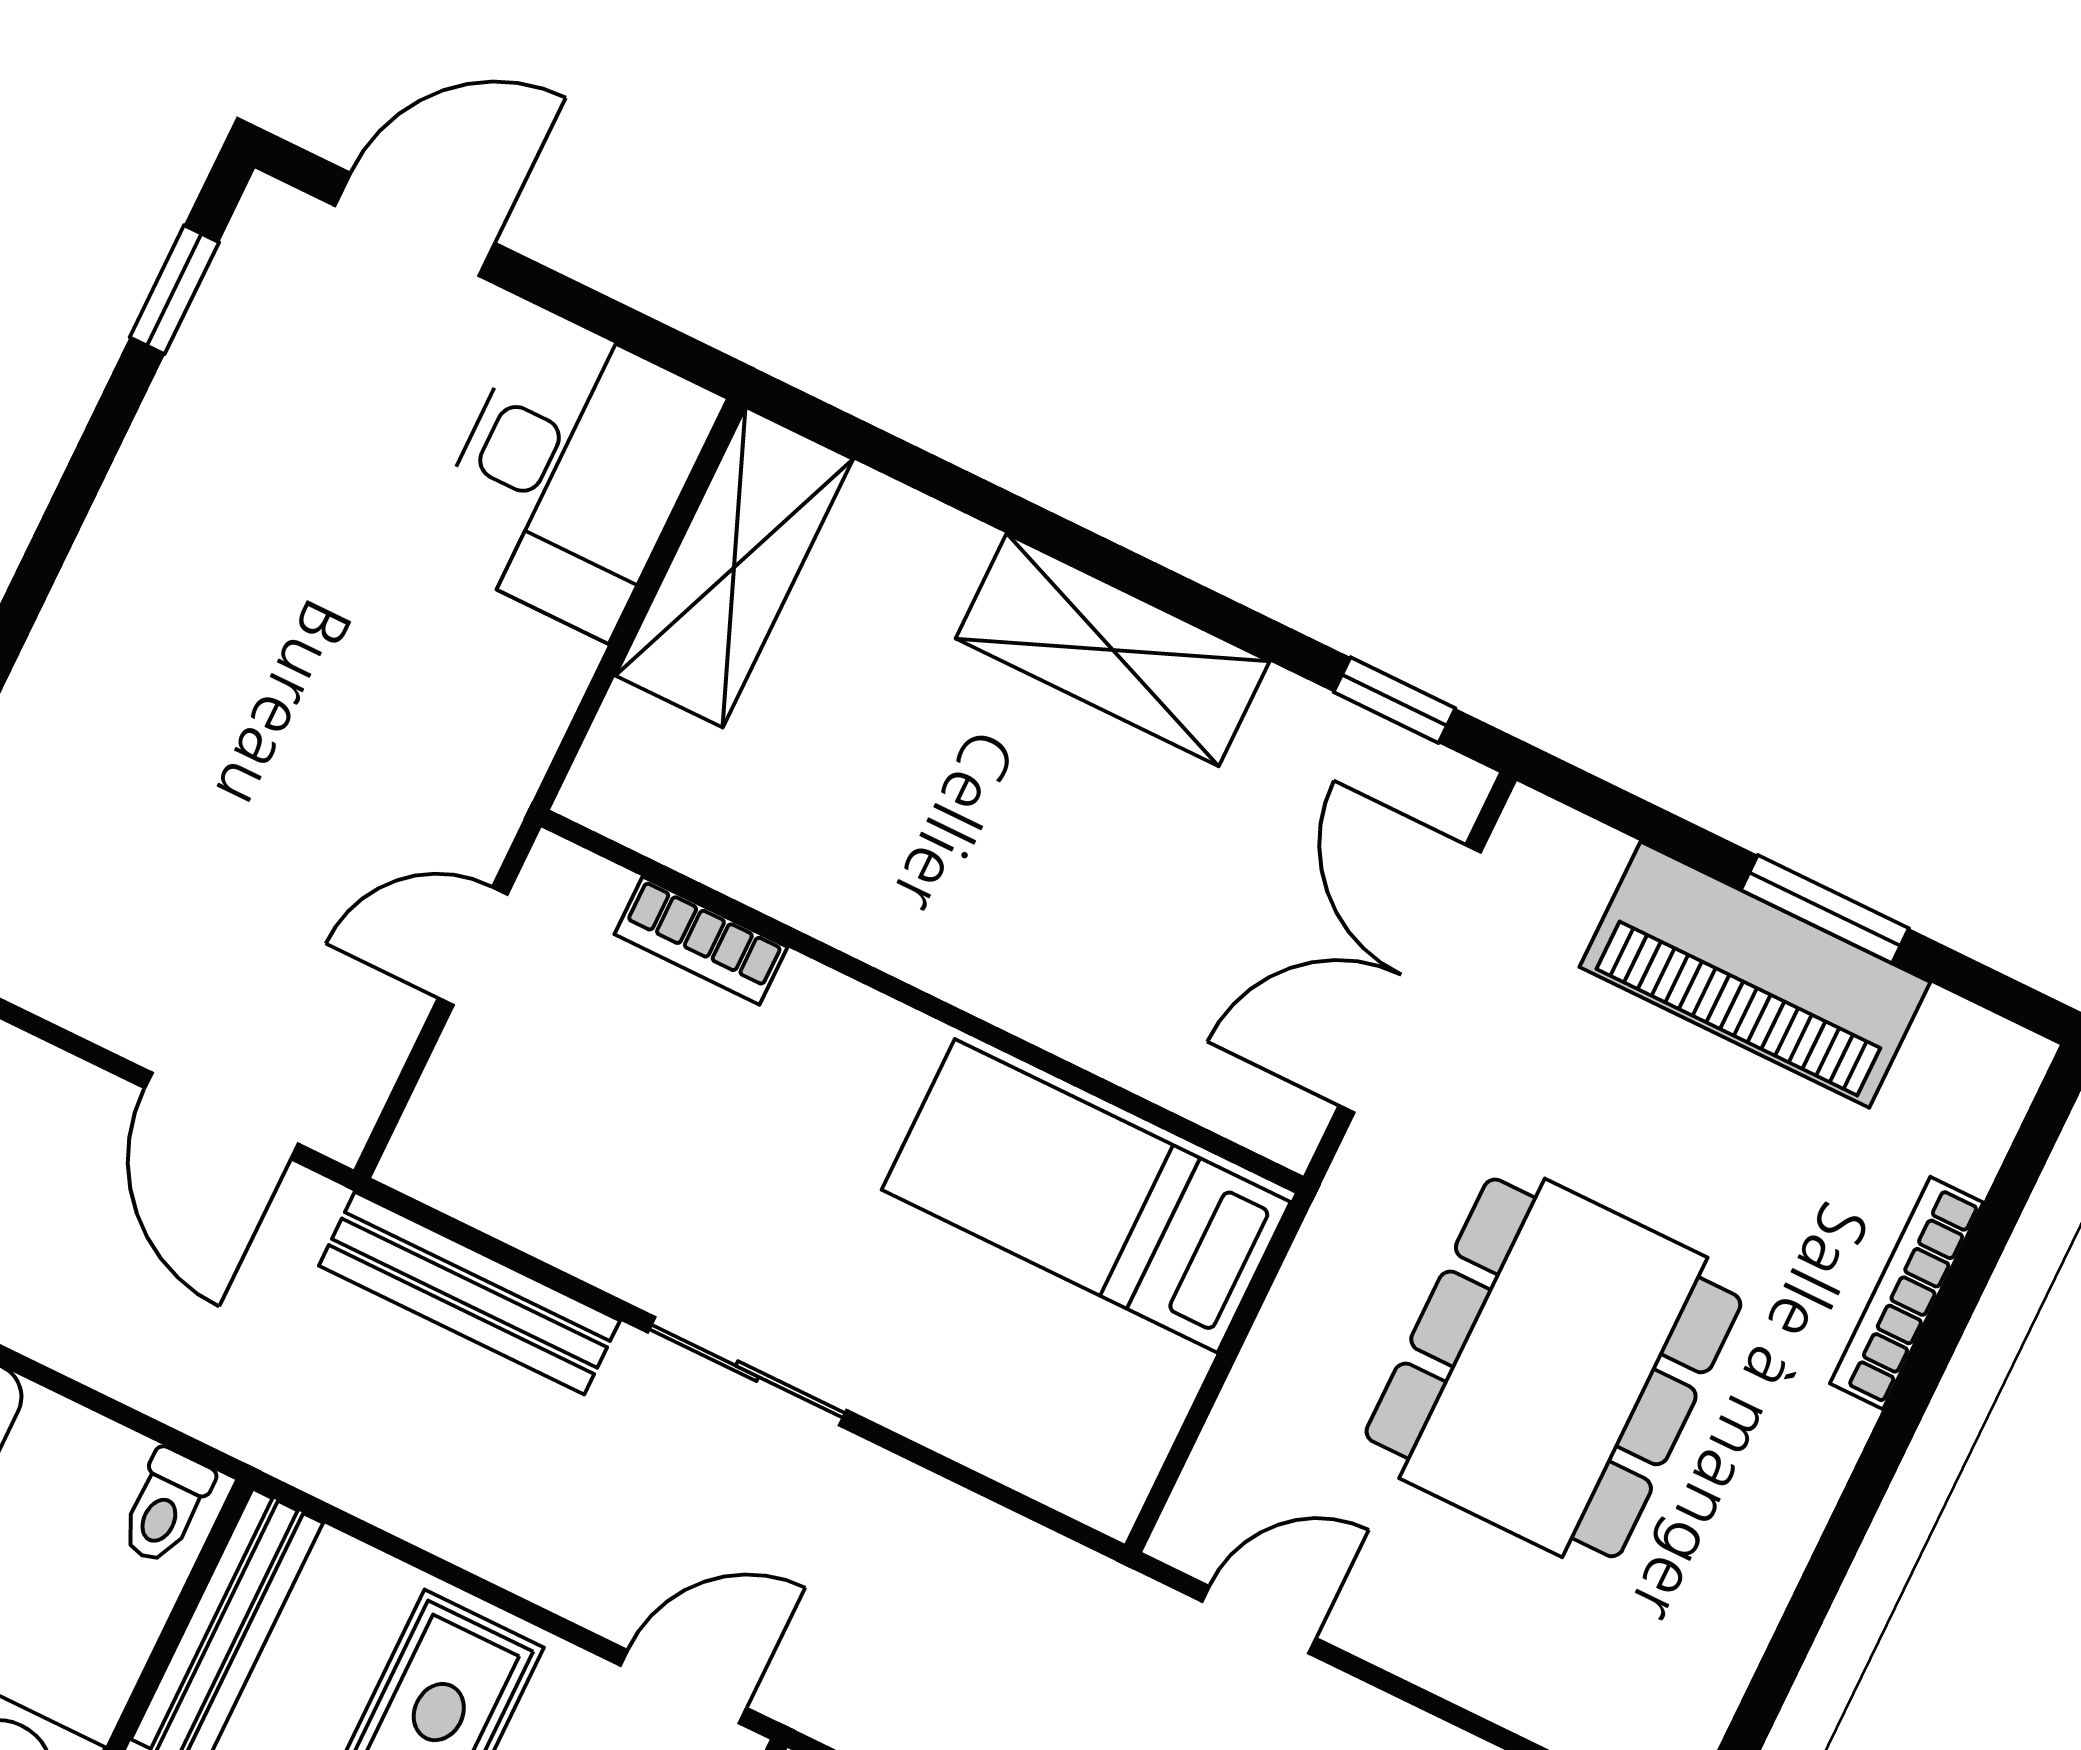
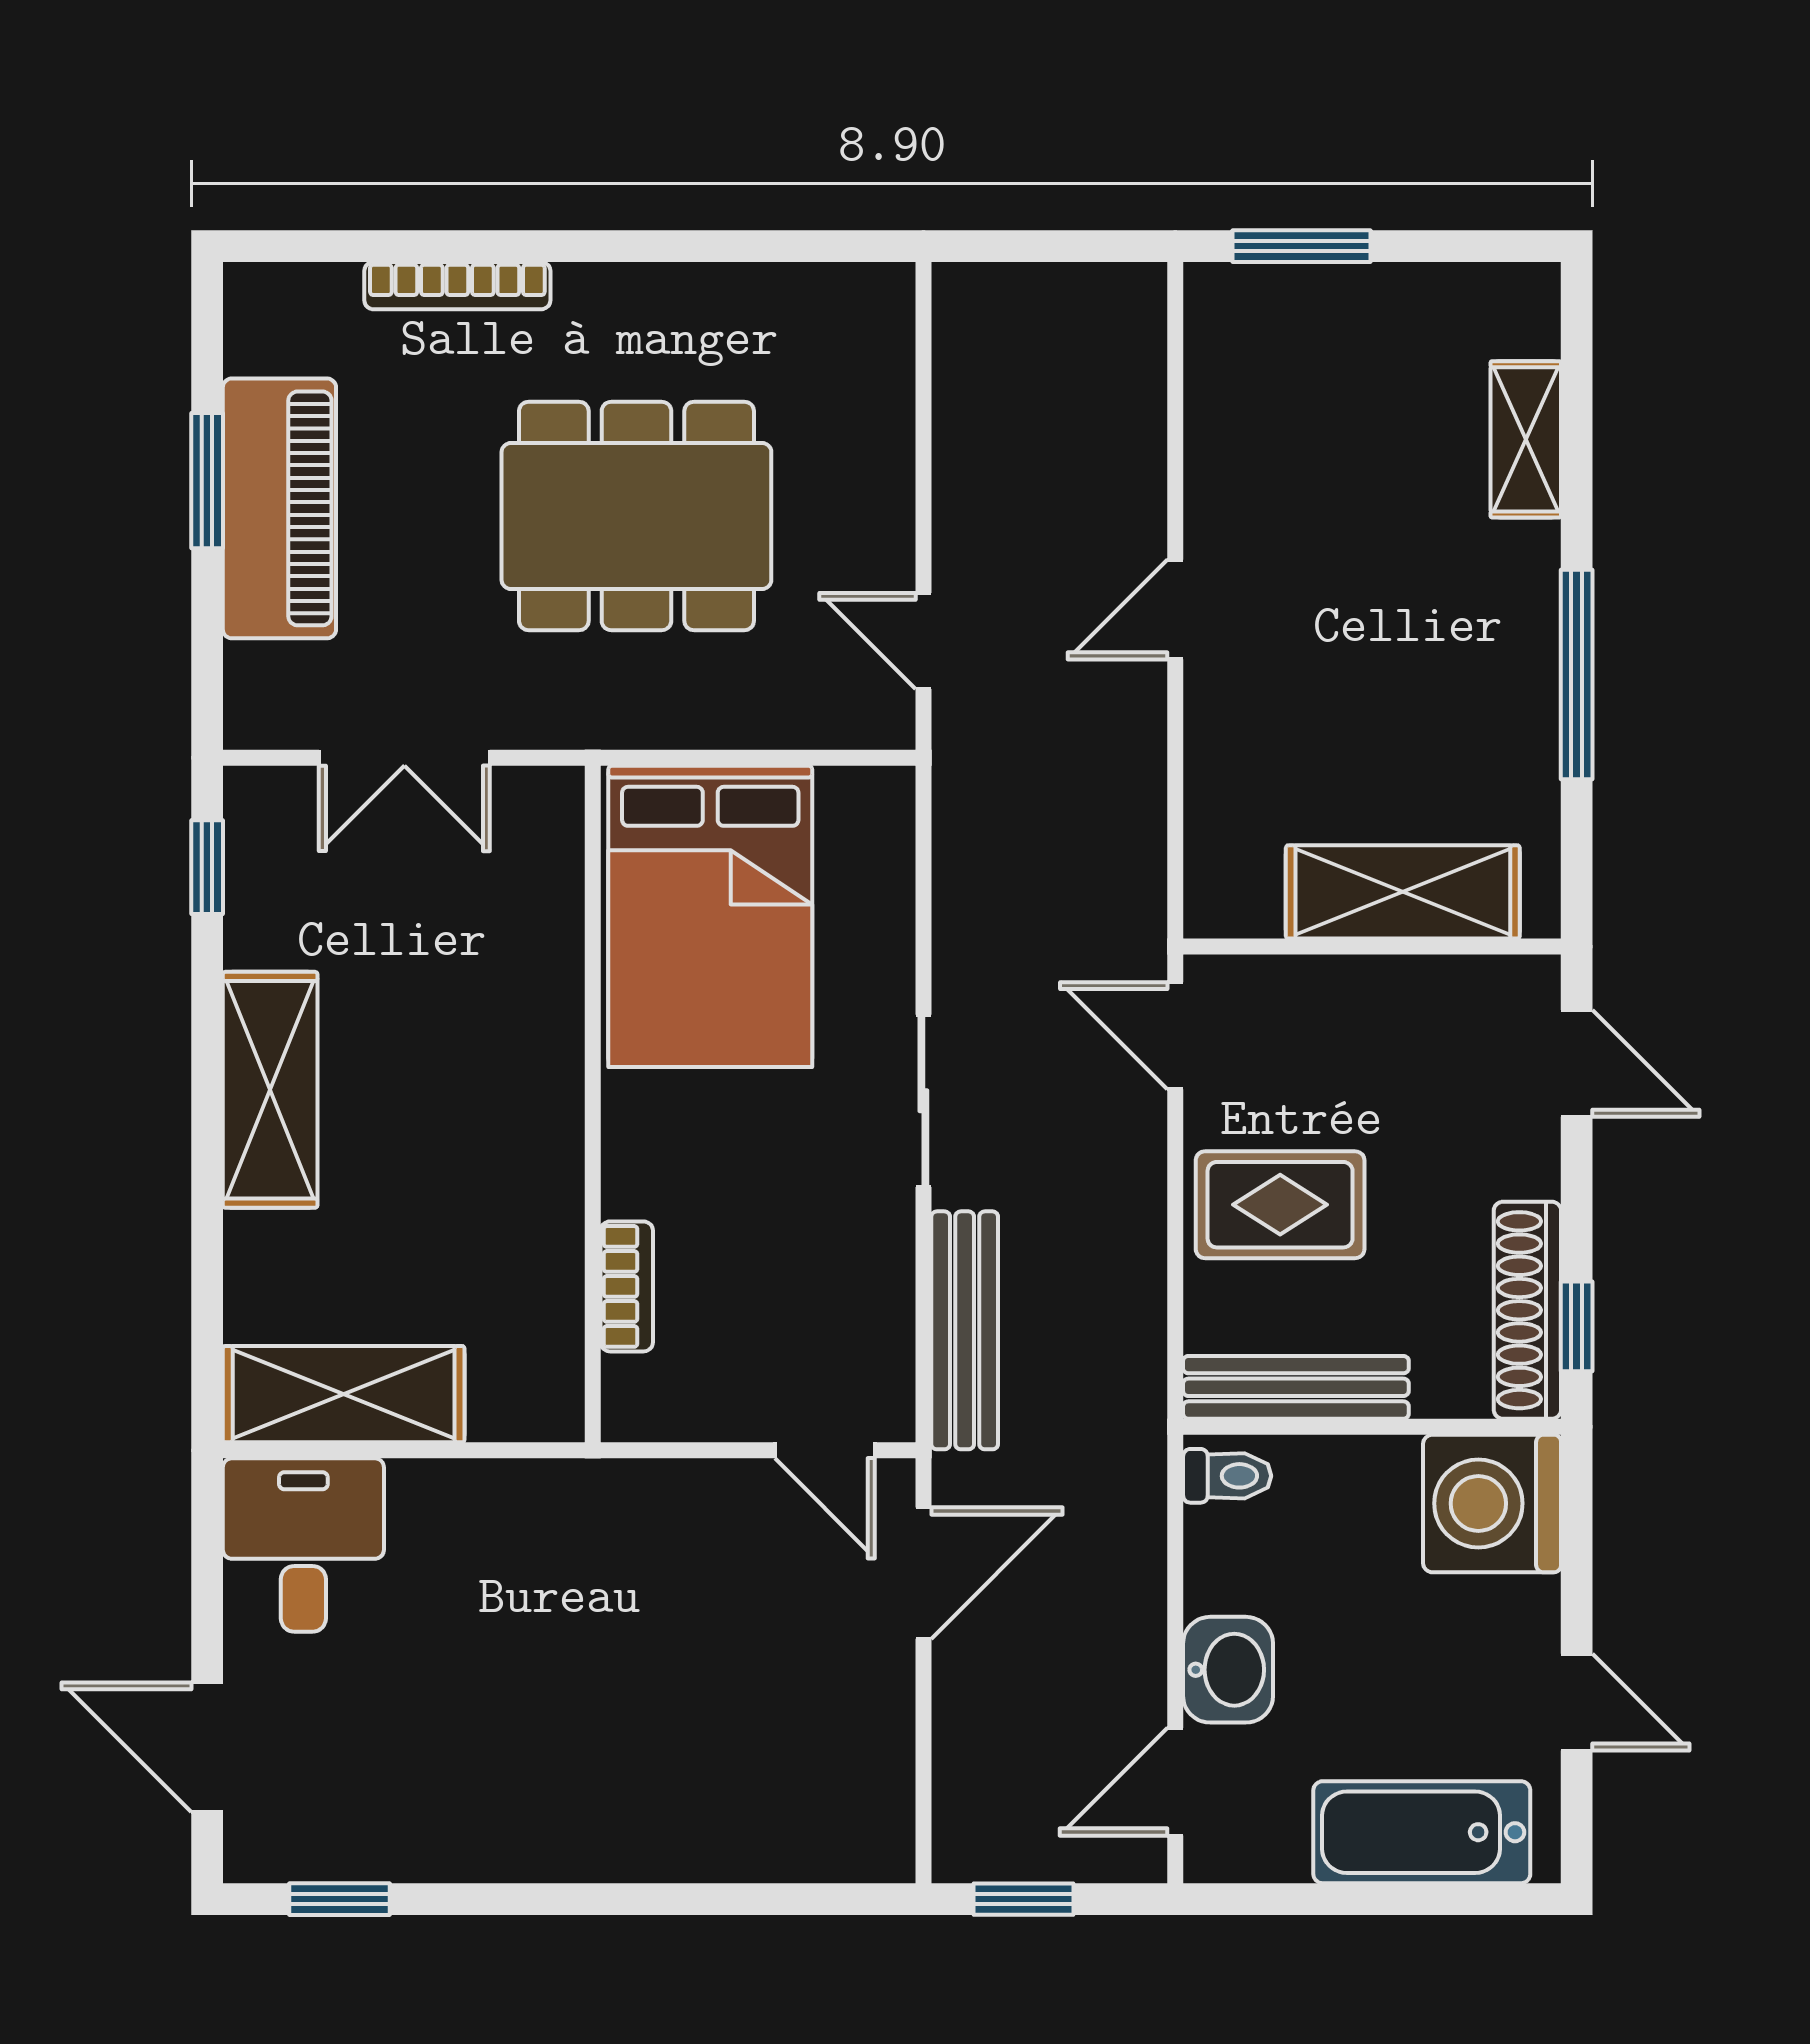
desk: (572, 474) -> (303, 1545), width x0.73
door: (473, 946) -> (825, 1450), moved
double door: (1410, 979) -> (404, 758), width x0.73
bed: (1086, 1196) -> (710, 916), width x1.50

